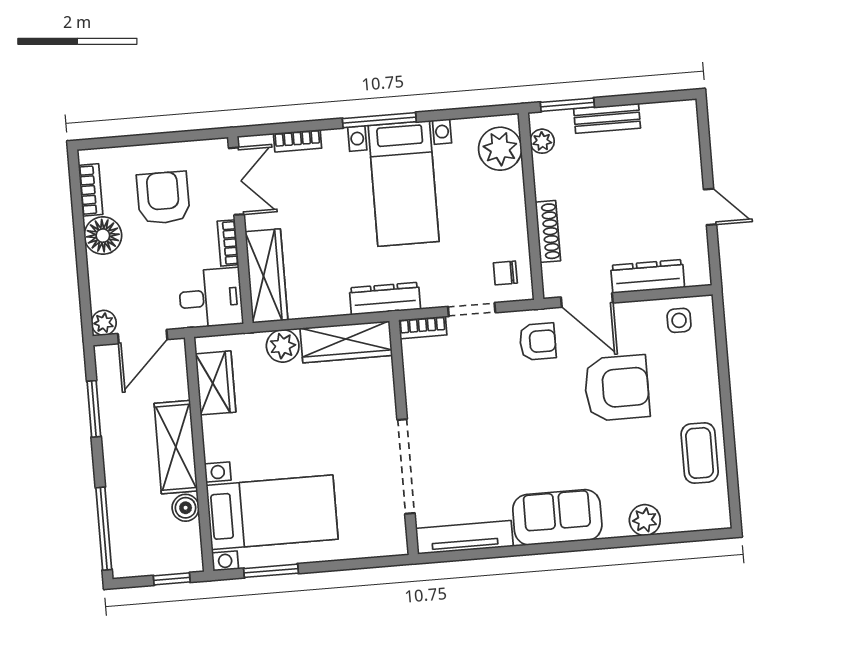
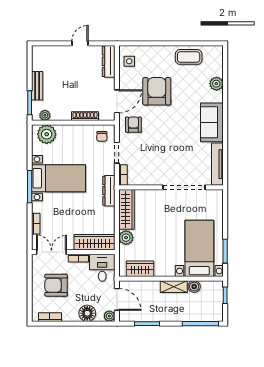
floor lamp: (103, 236) -> (87, 313), moved
dresser: (648, 276) -> (109, 61), moved
shelving: (176, 447) -> (174, 287), width x0.67, depth x0.75

